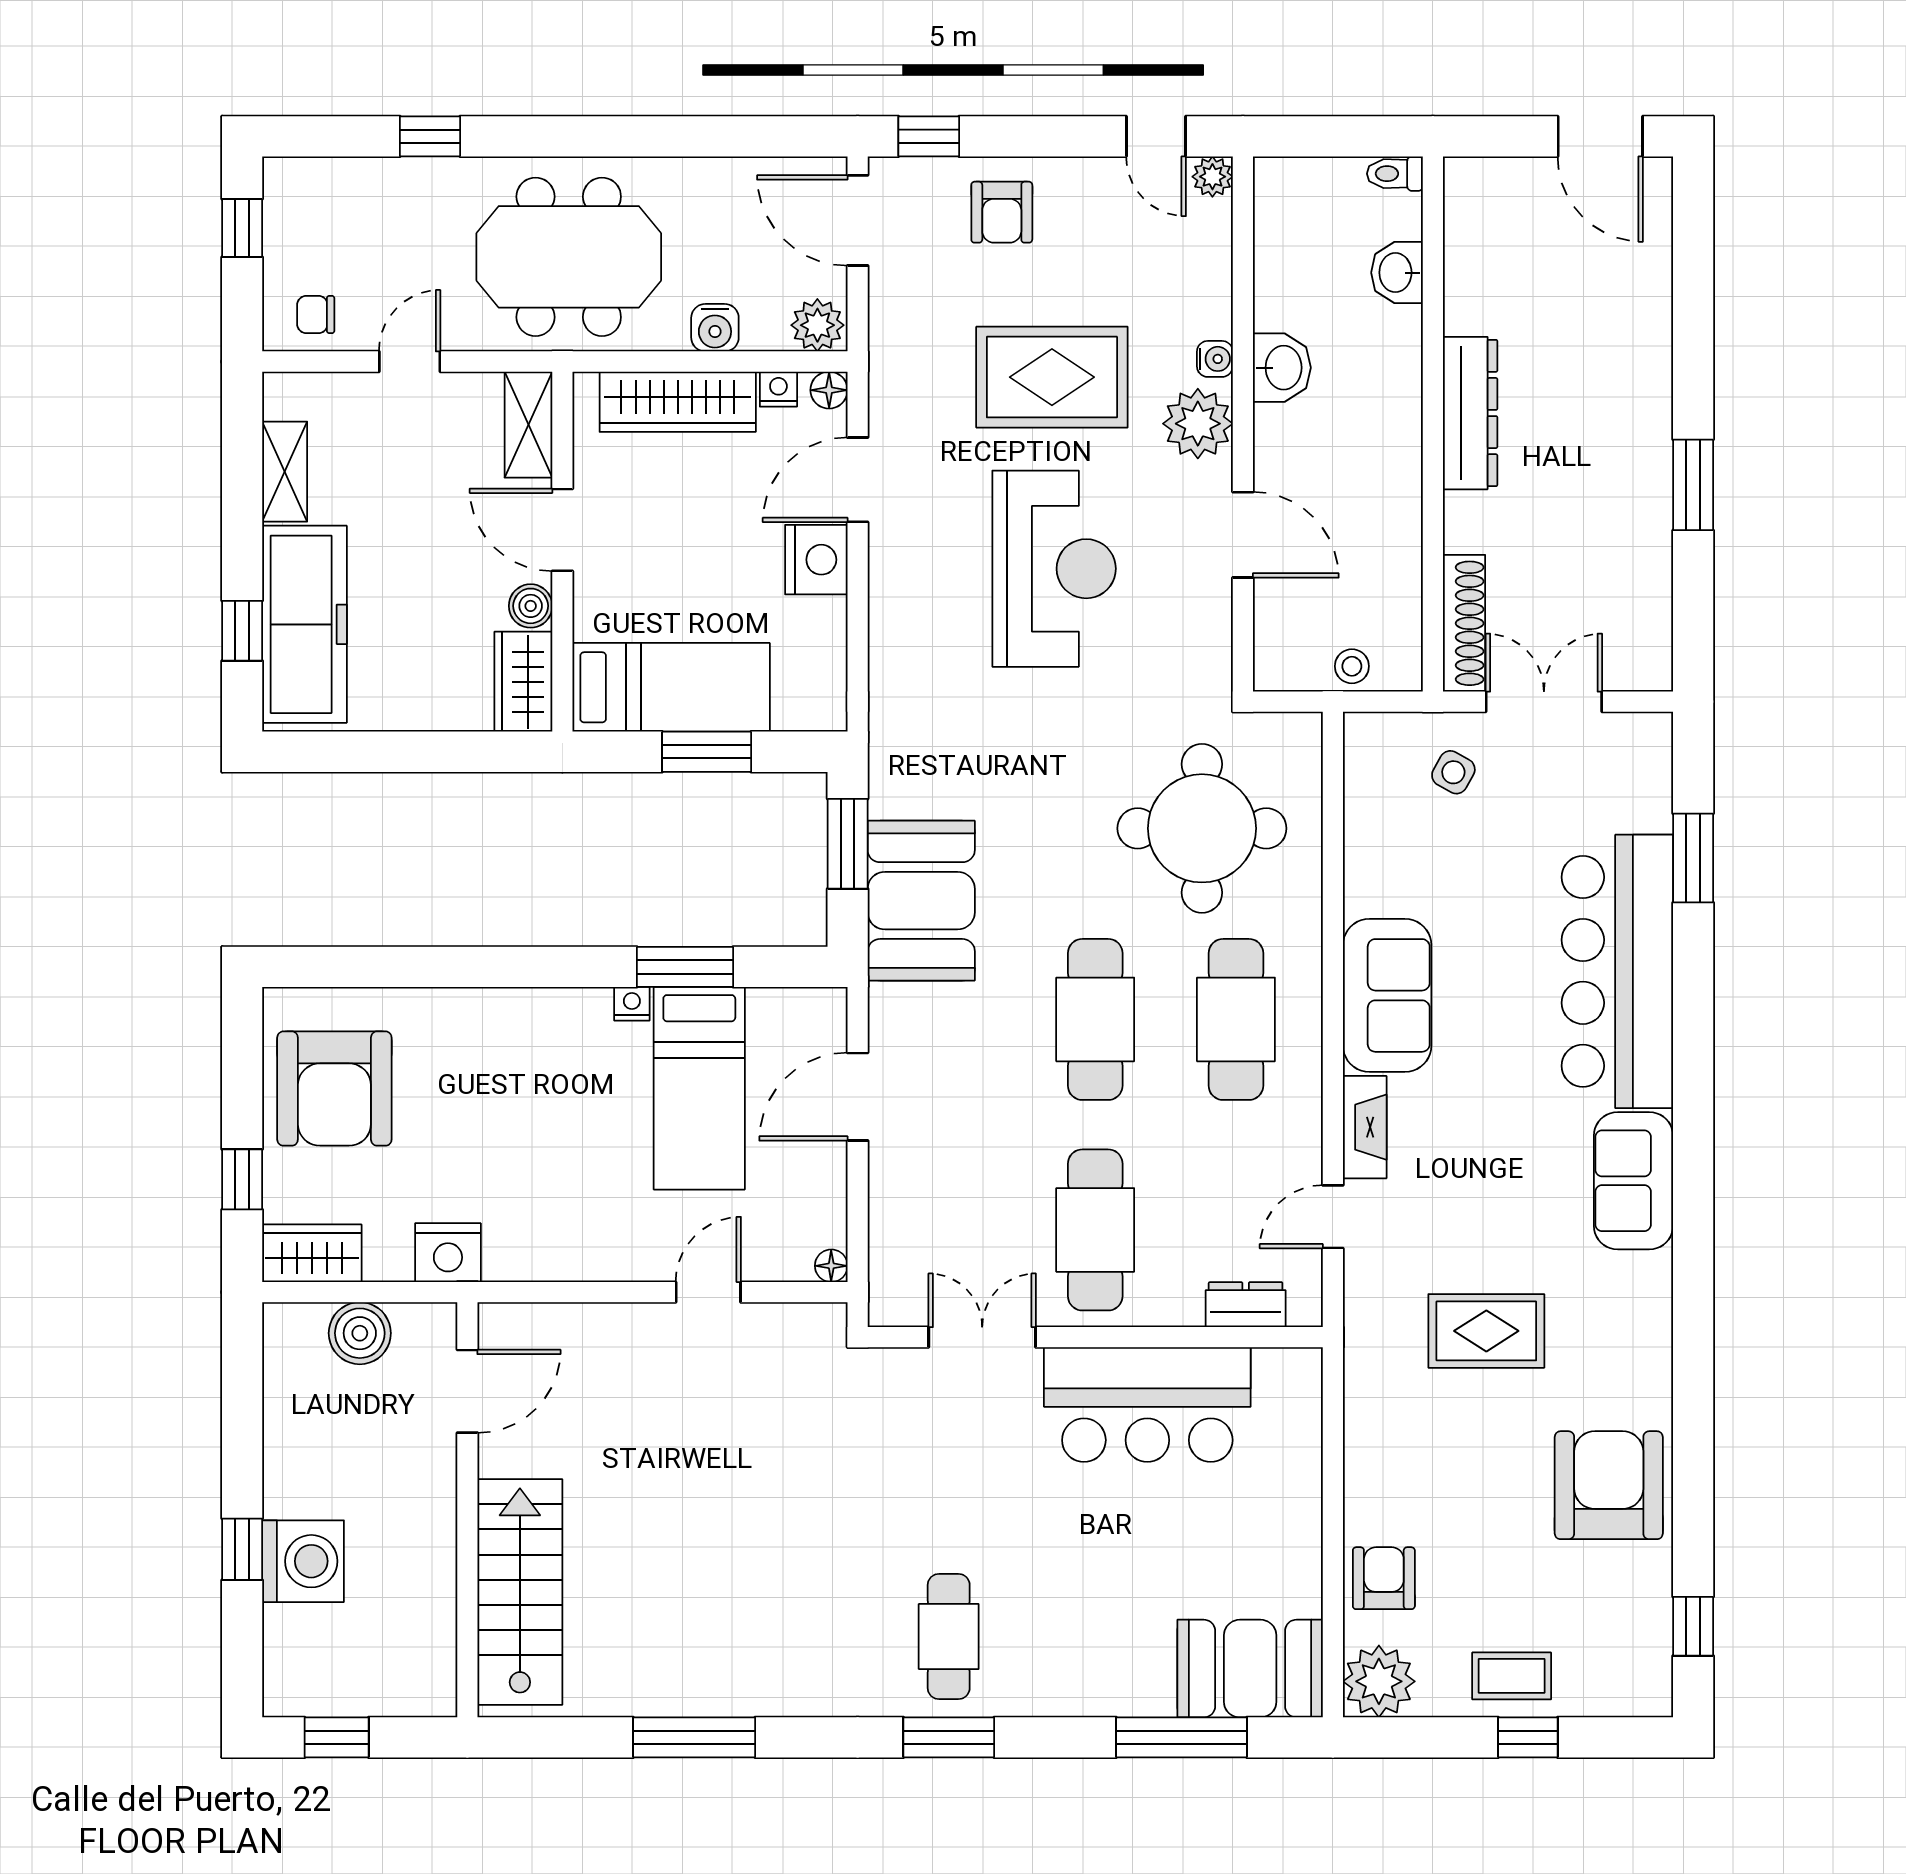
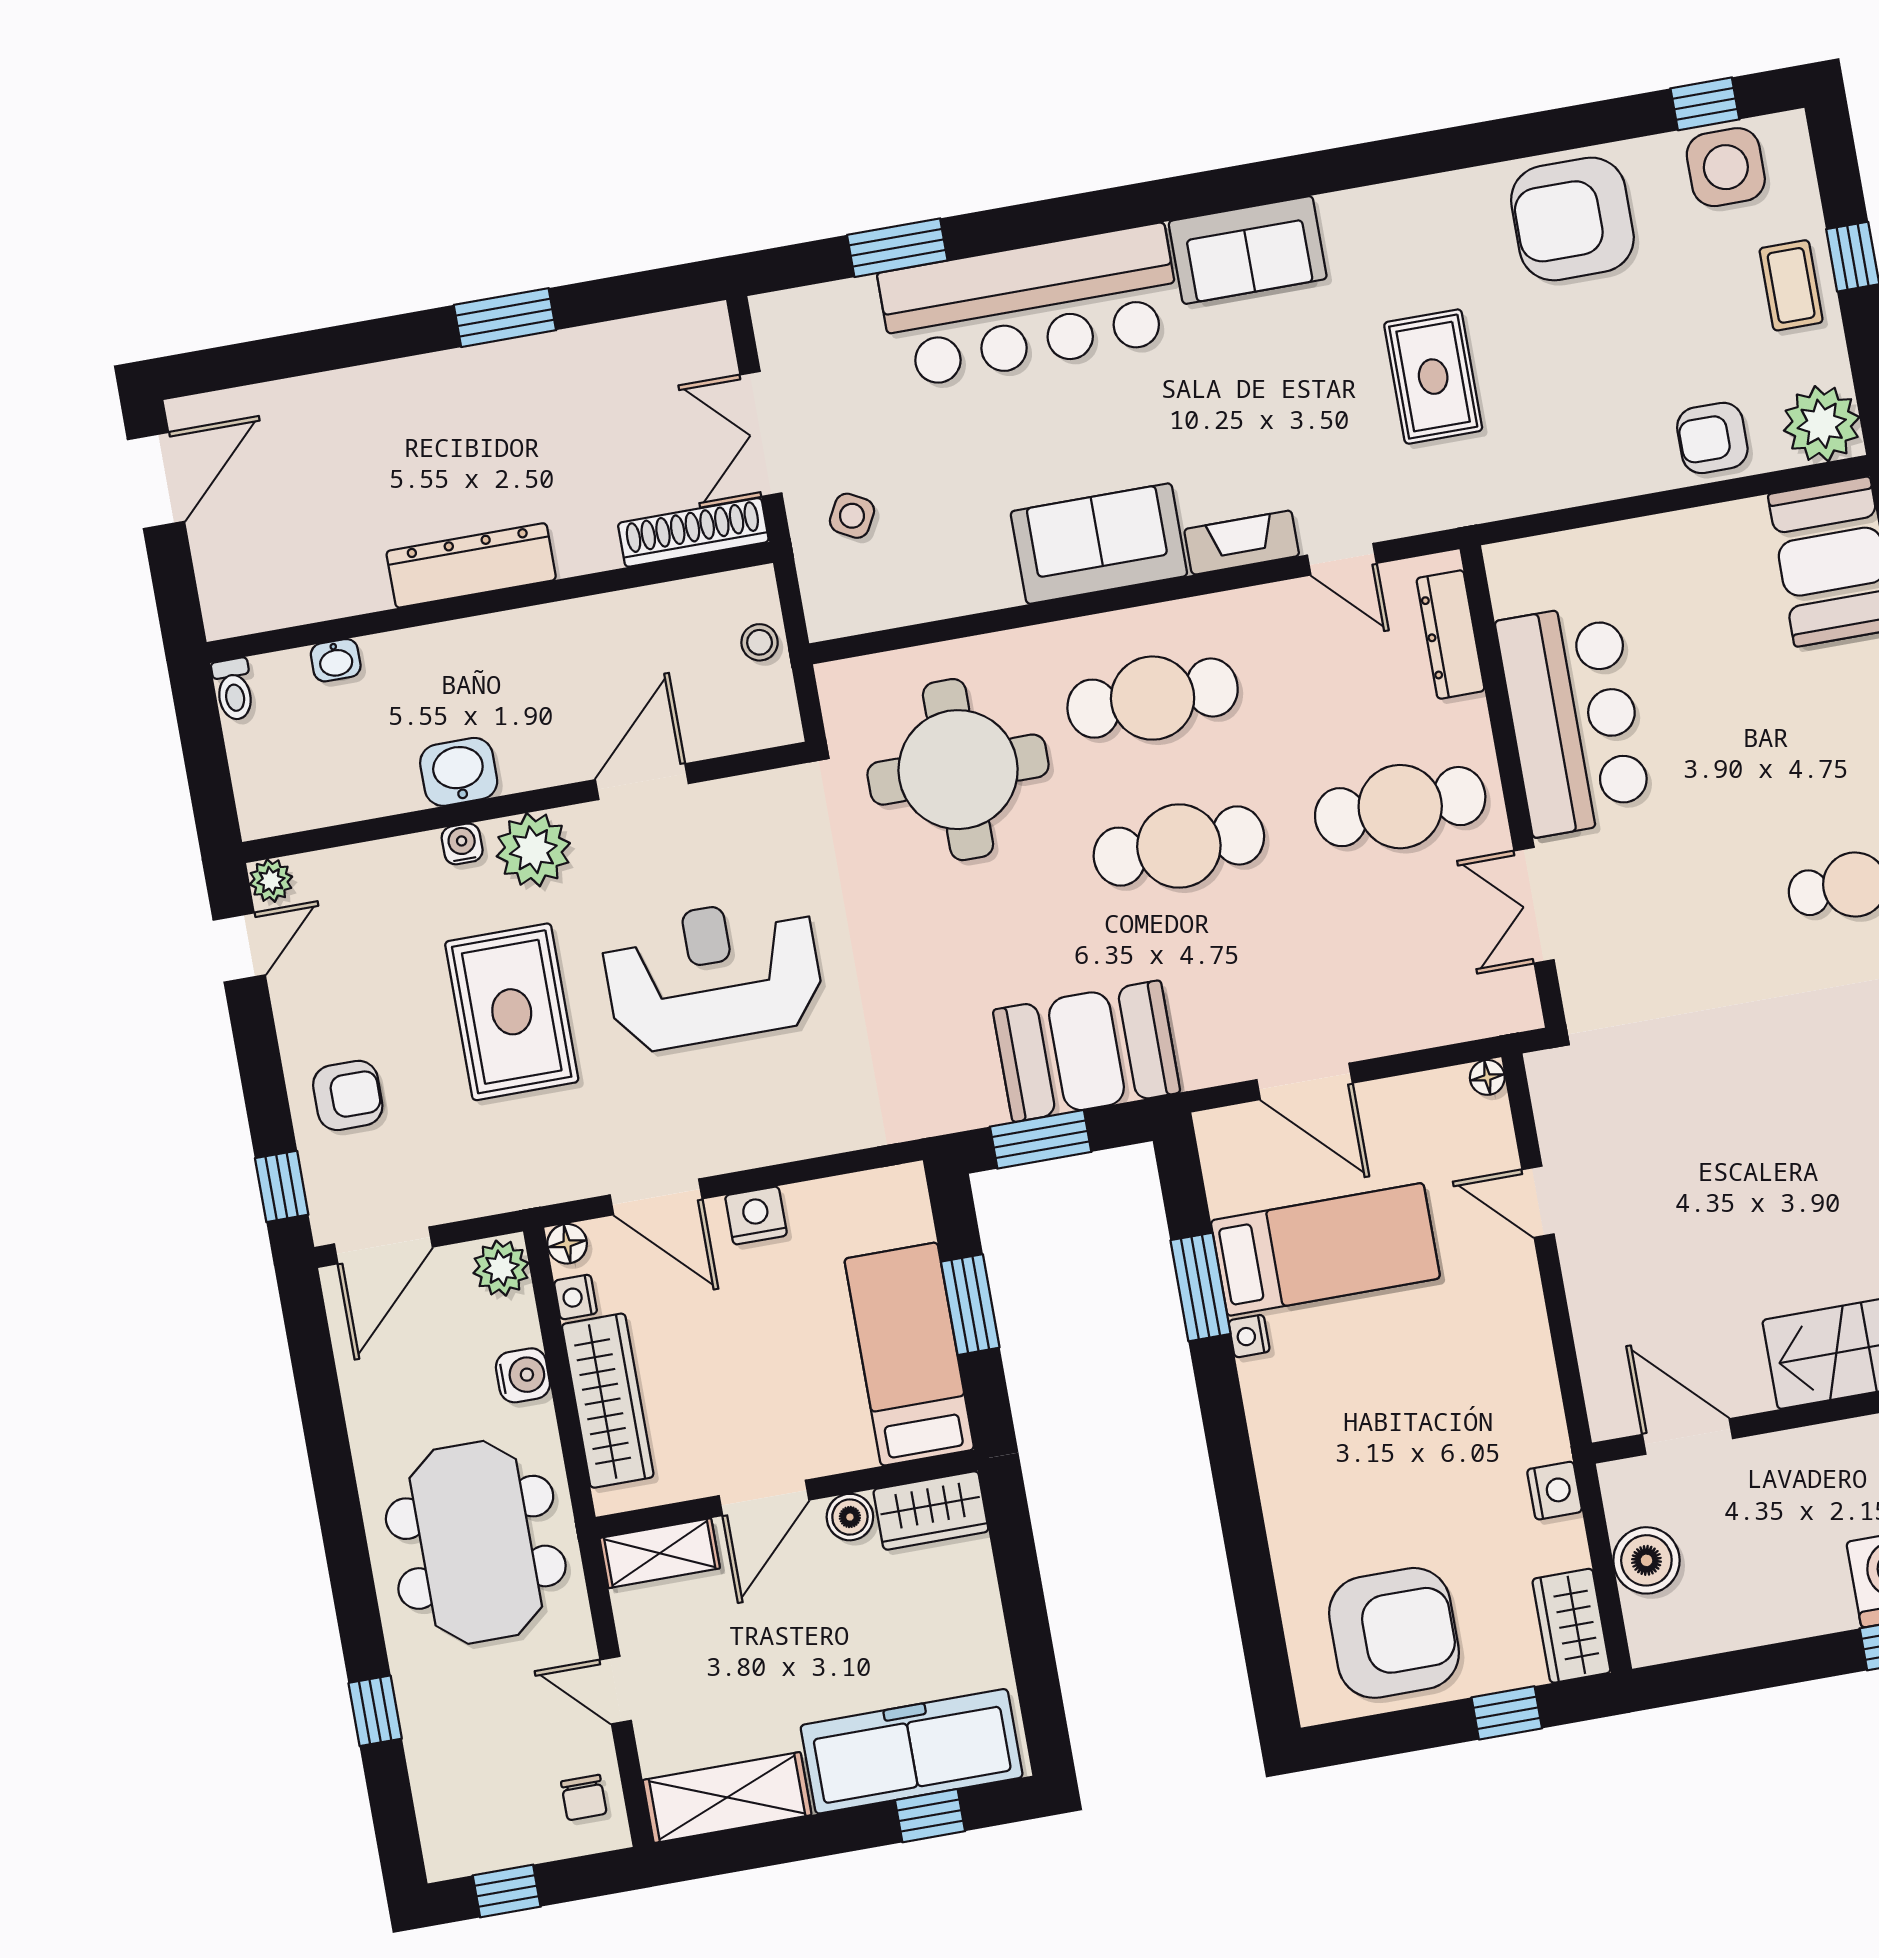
washbasin: (1397, 273) -> (336, 660), width x0.72, depth x0.69
shelving: (285, 472) -> (727, 1797), width x1.50, depth x1.33
nightstand: (816, 560) -> (756, 1216), width x0.74, depth x0.75
nightstand: (448, 1253) -> (1555, 1491), width x0.74, depth x0.75
dresser: (1246, 1305) -> (1451, 635), width x1.44
side table: (1631, 1635) -> (1726, 167), added

